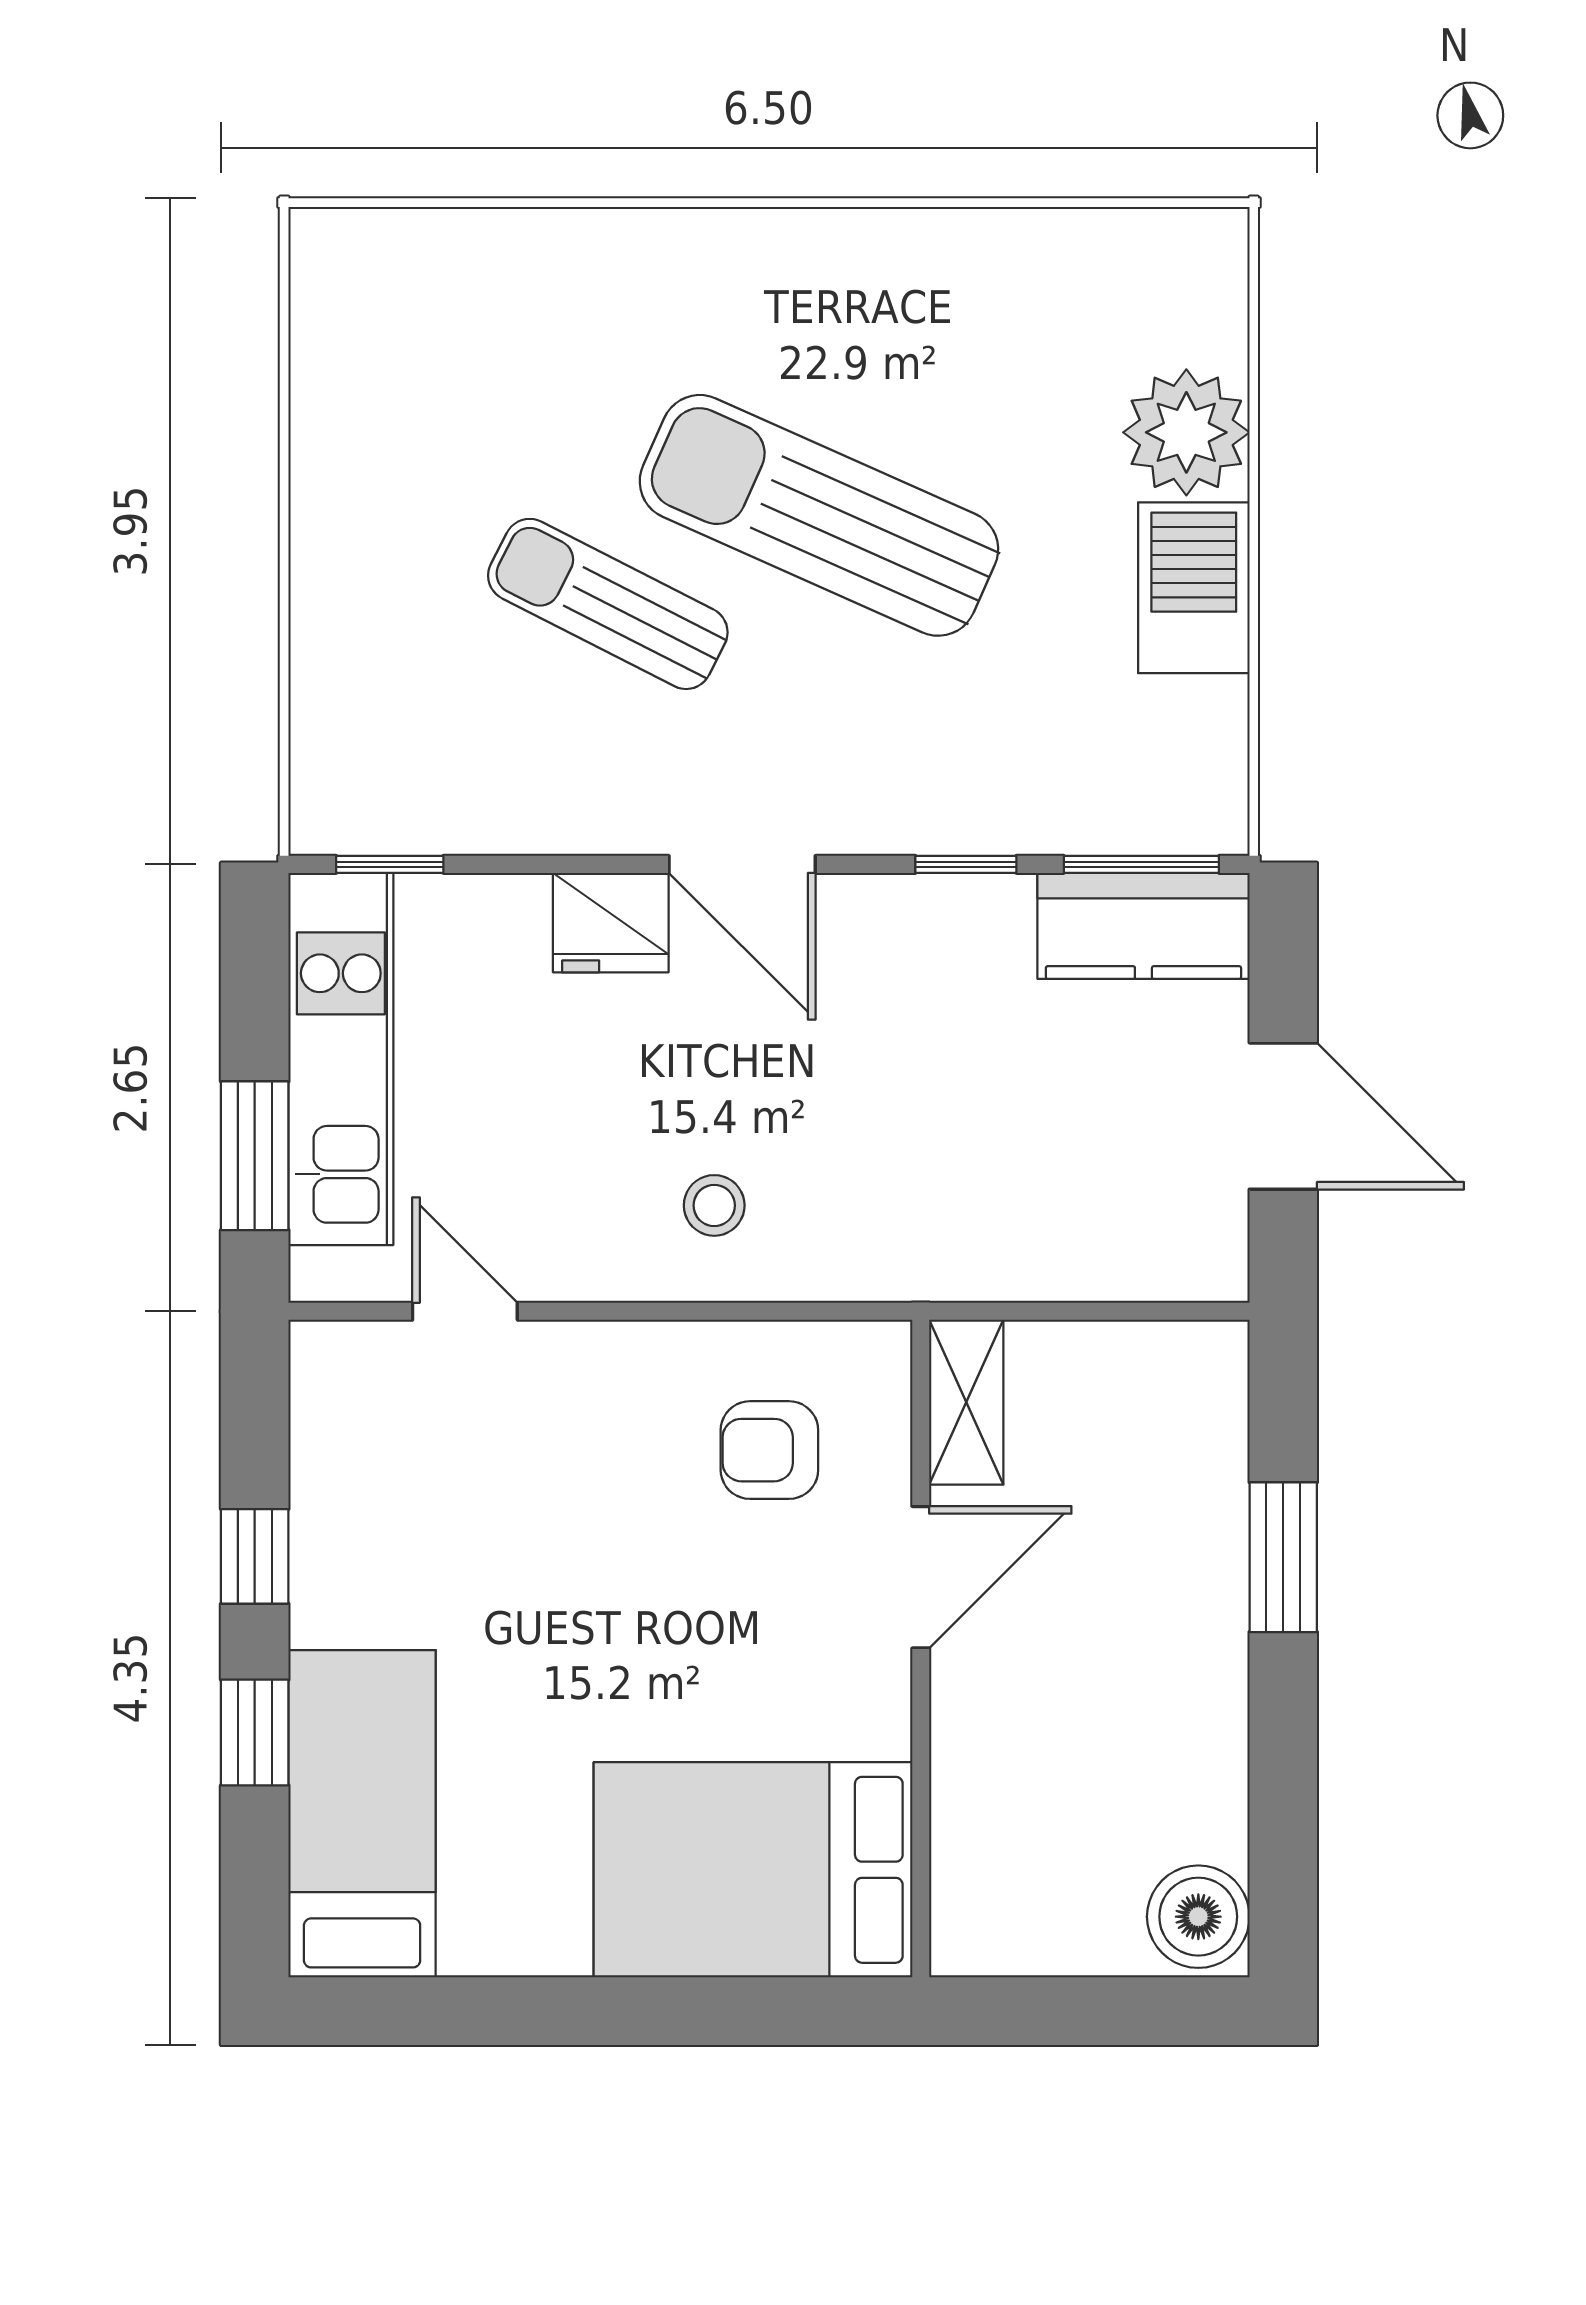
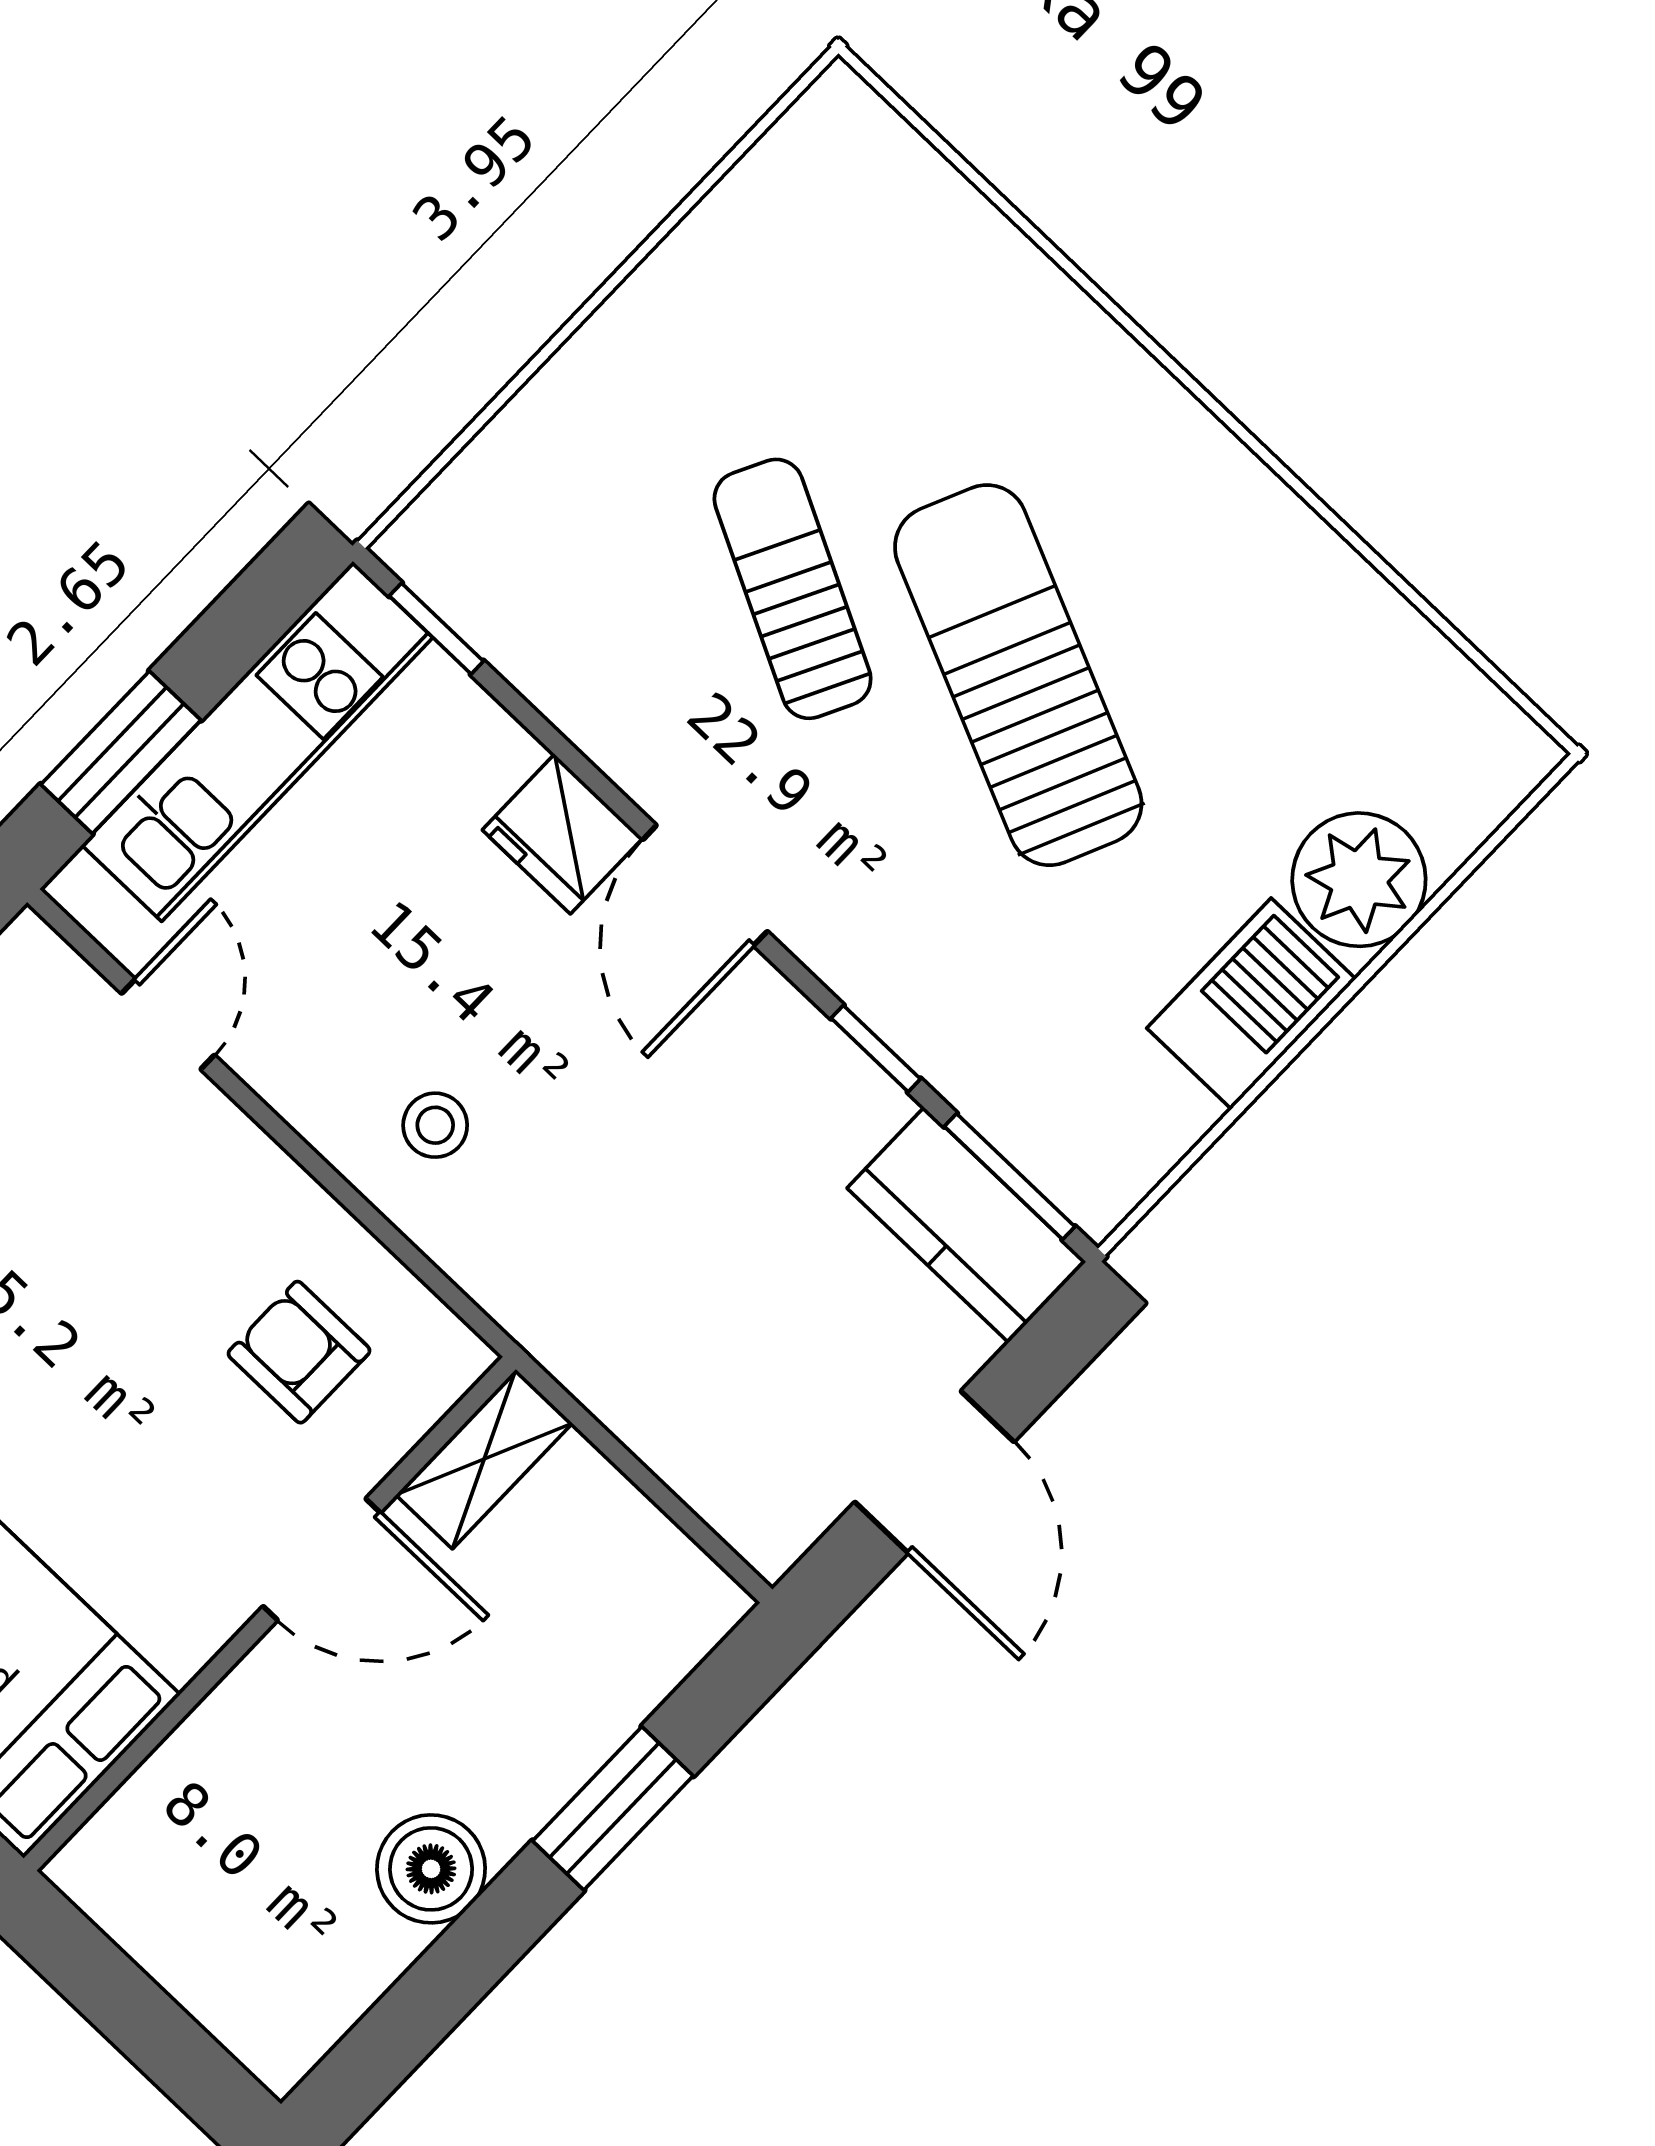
boiler: (1198, 1917) -> (431, 1869), moved

